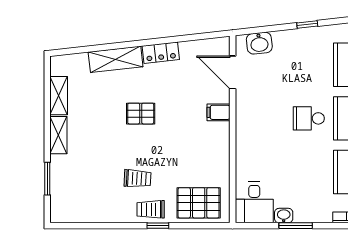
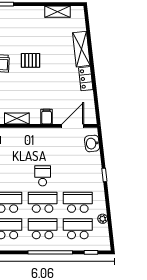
pallet: (141, 114) -> (30, 60), moved, turned 90
shelving: (58, 135) -> (17, 119), moved

